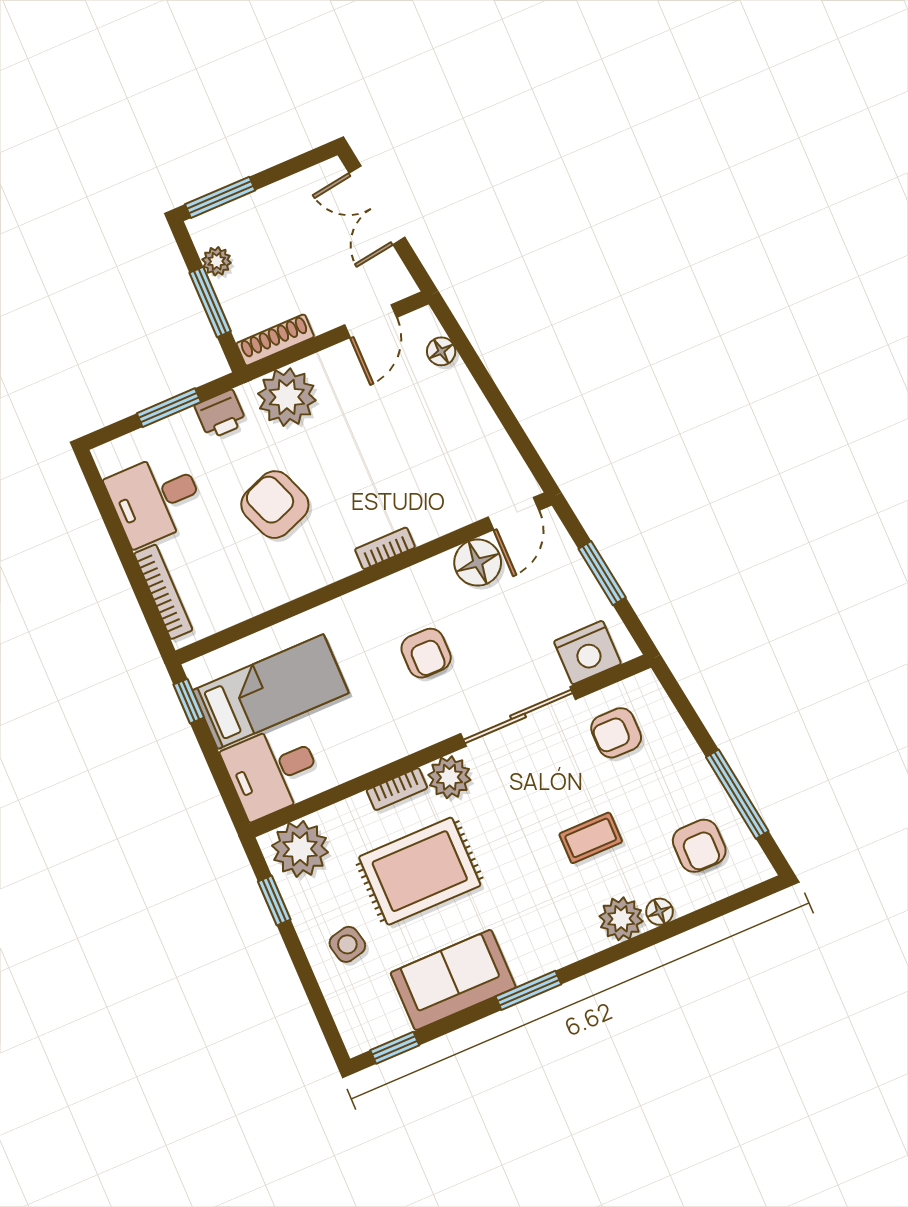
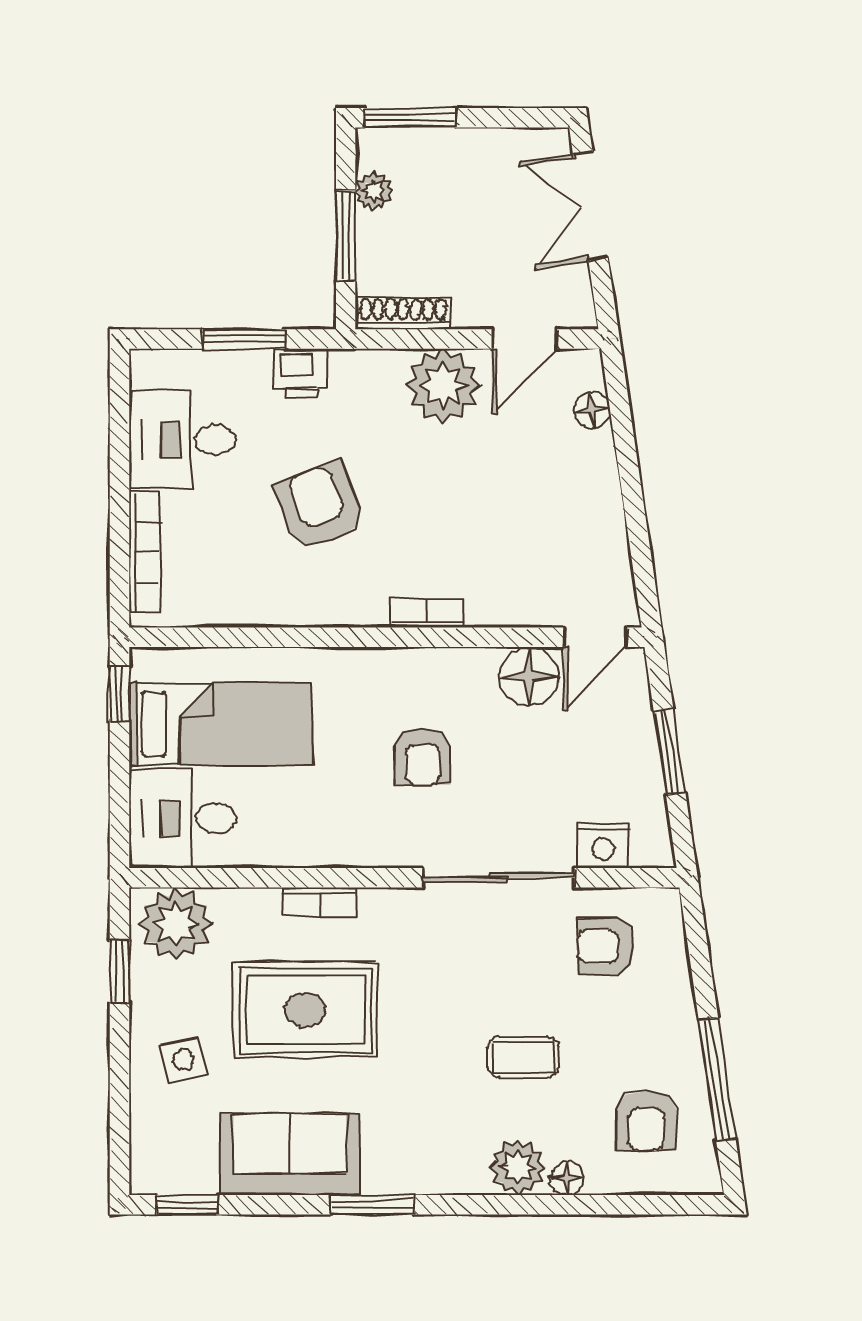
plant: (287, 397) -> (443, 386), moved
nightstand: (587, 653) -> (603, 845), width x0.74, depth x0.75
plant: (449, 777) -> (387, 915), removed

